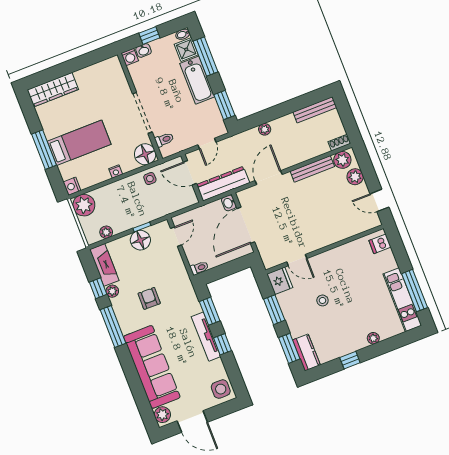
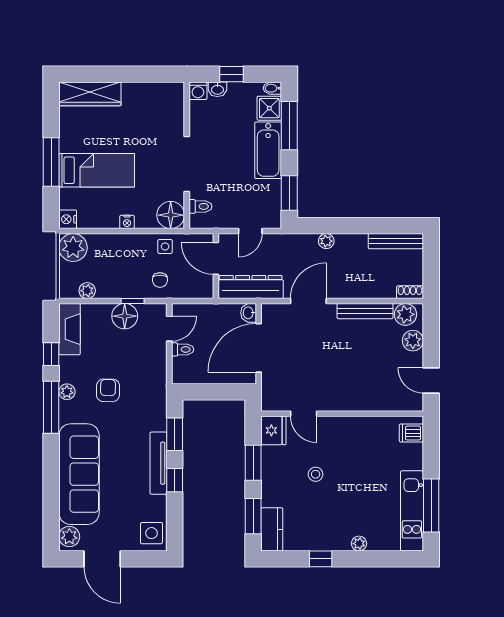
chair: (156, 204) -> (160, 280), added
toilet: (199, 268) -> (183, 349), moved
plant: (112, 291) -> (67, 392), moved

